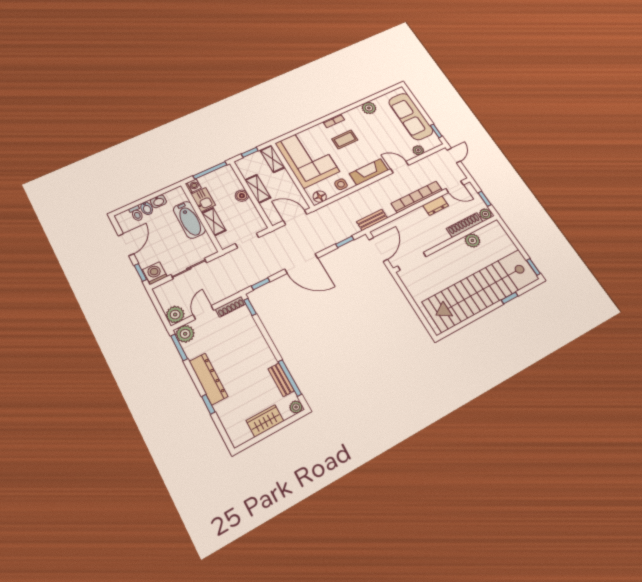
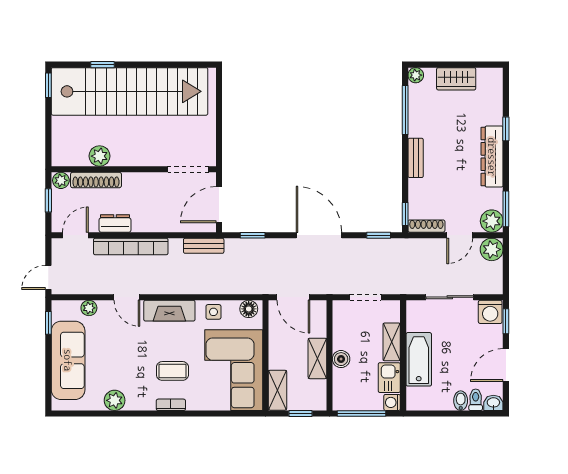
door: (455, 187) -> (75, 235), hinge flipped
washbasin: (158, 201) -> (493, 403), moved
bench: (281, 380) -> (416, 158), moved

